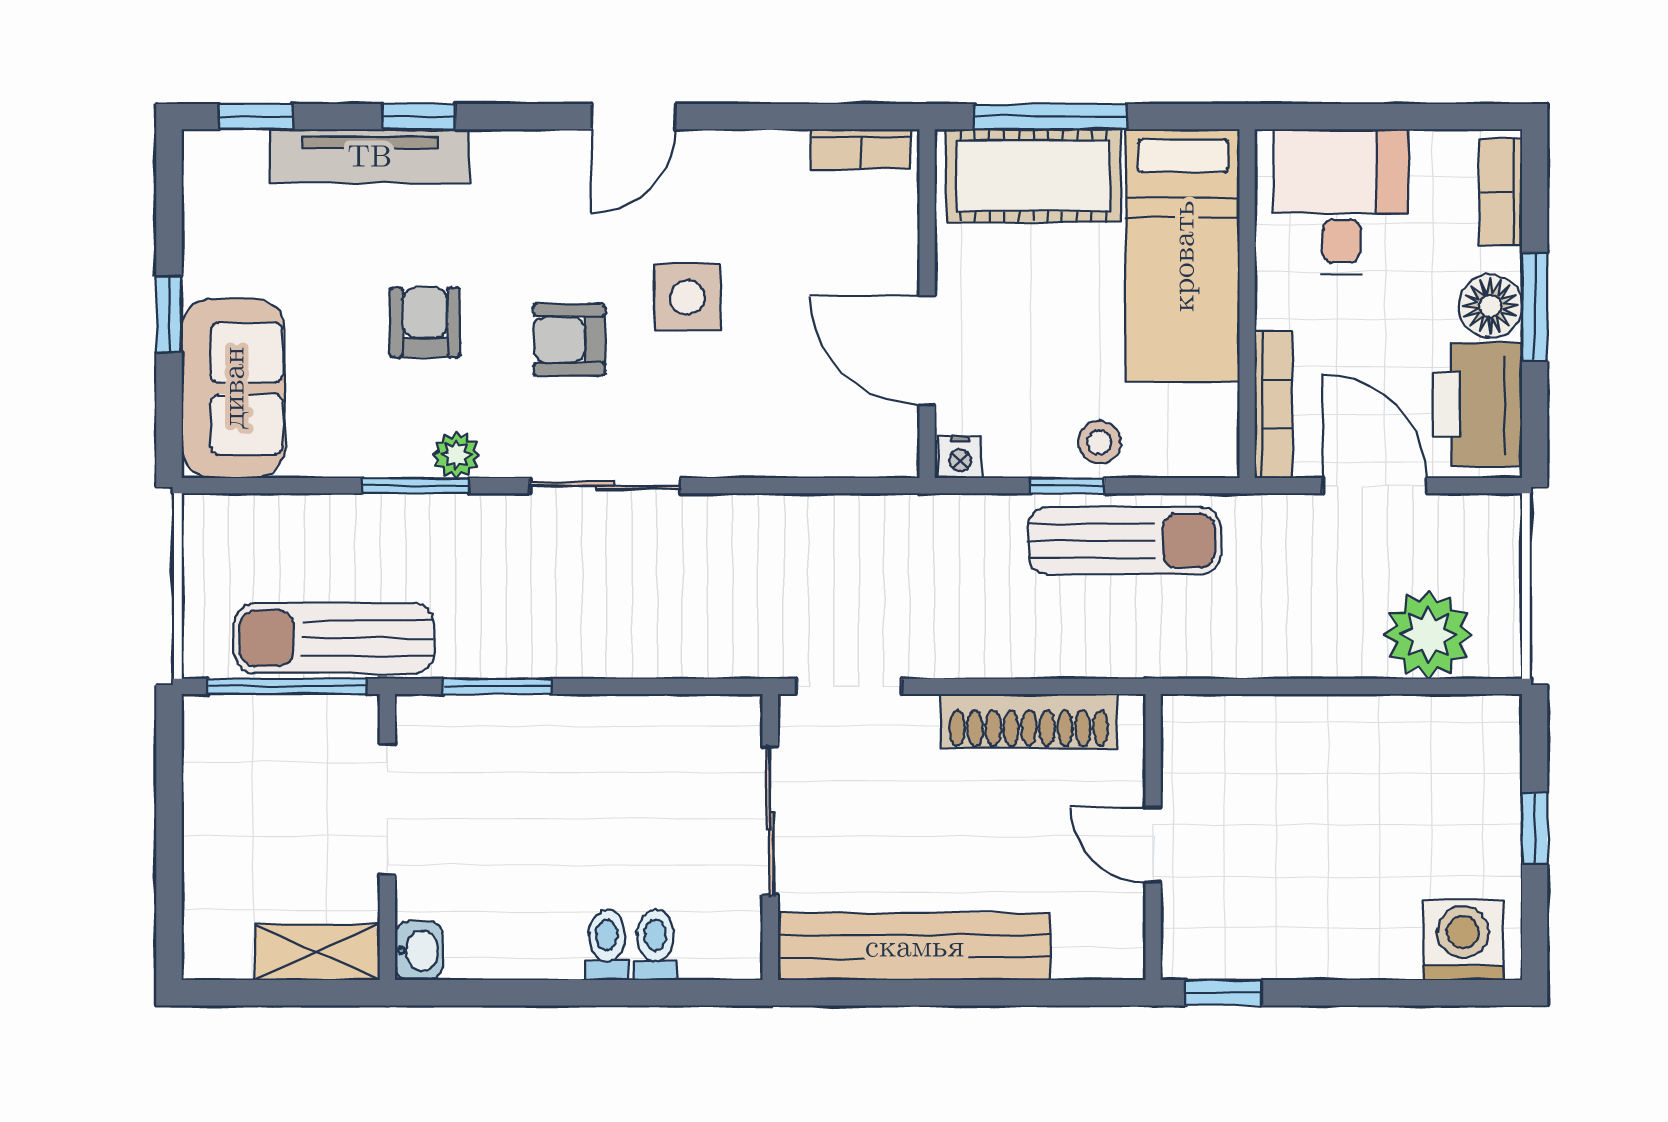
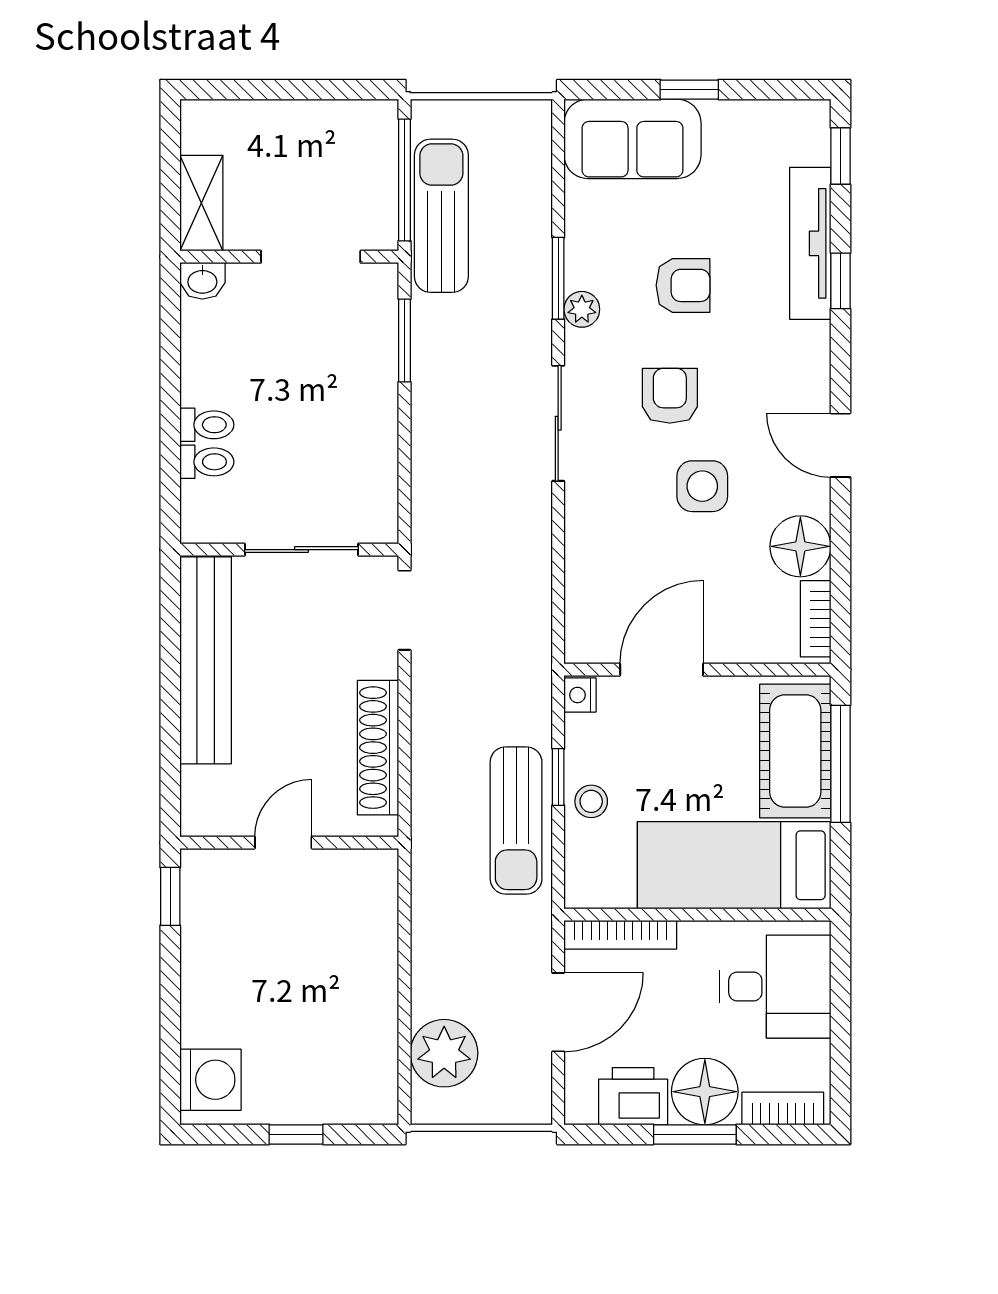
floor lamp: (766, 169) -> (800, 546), added
floor lamp: (1490, 306) -> (705, 1092), width x1.38, depth x1.38
printer: (1478, 405) -> (633, 1096), width x0.73, depth x0.84

